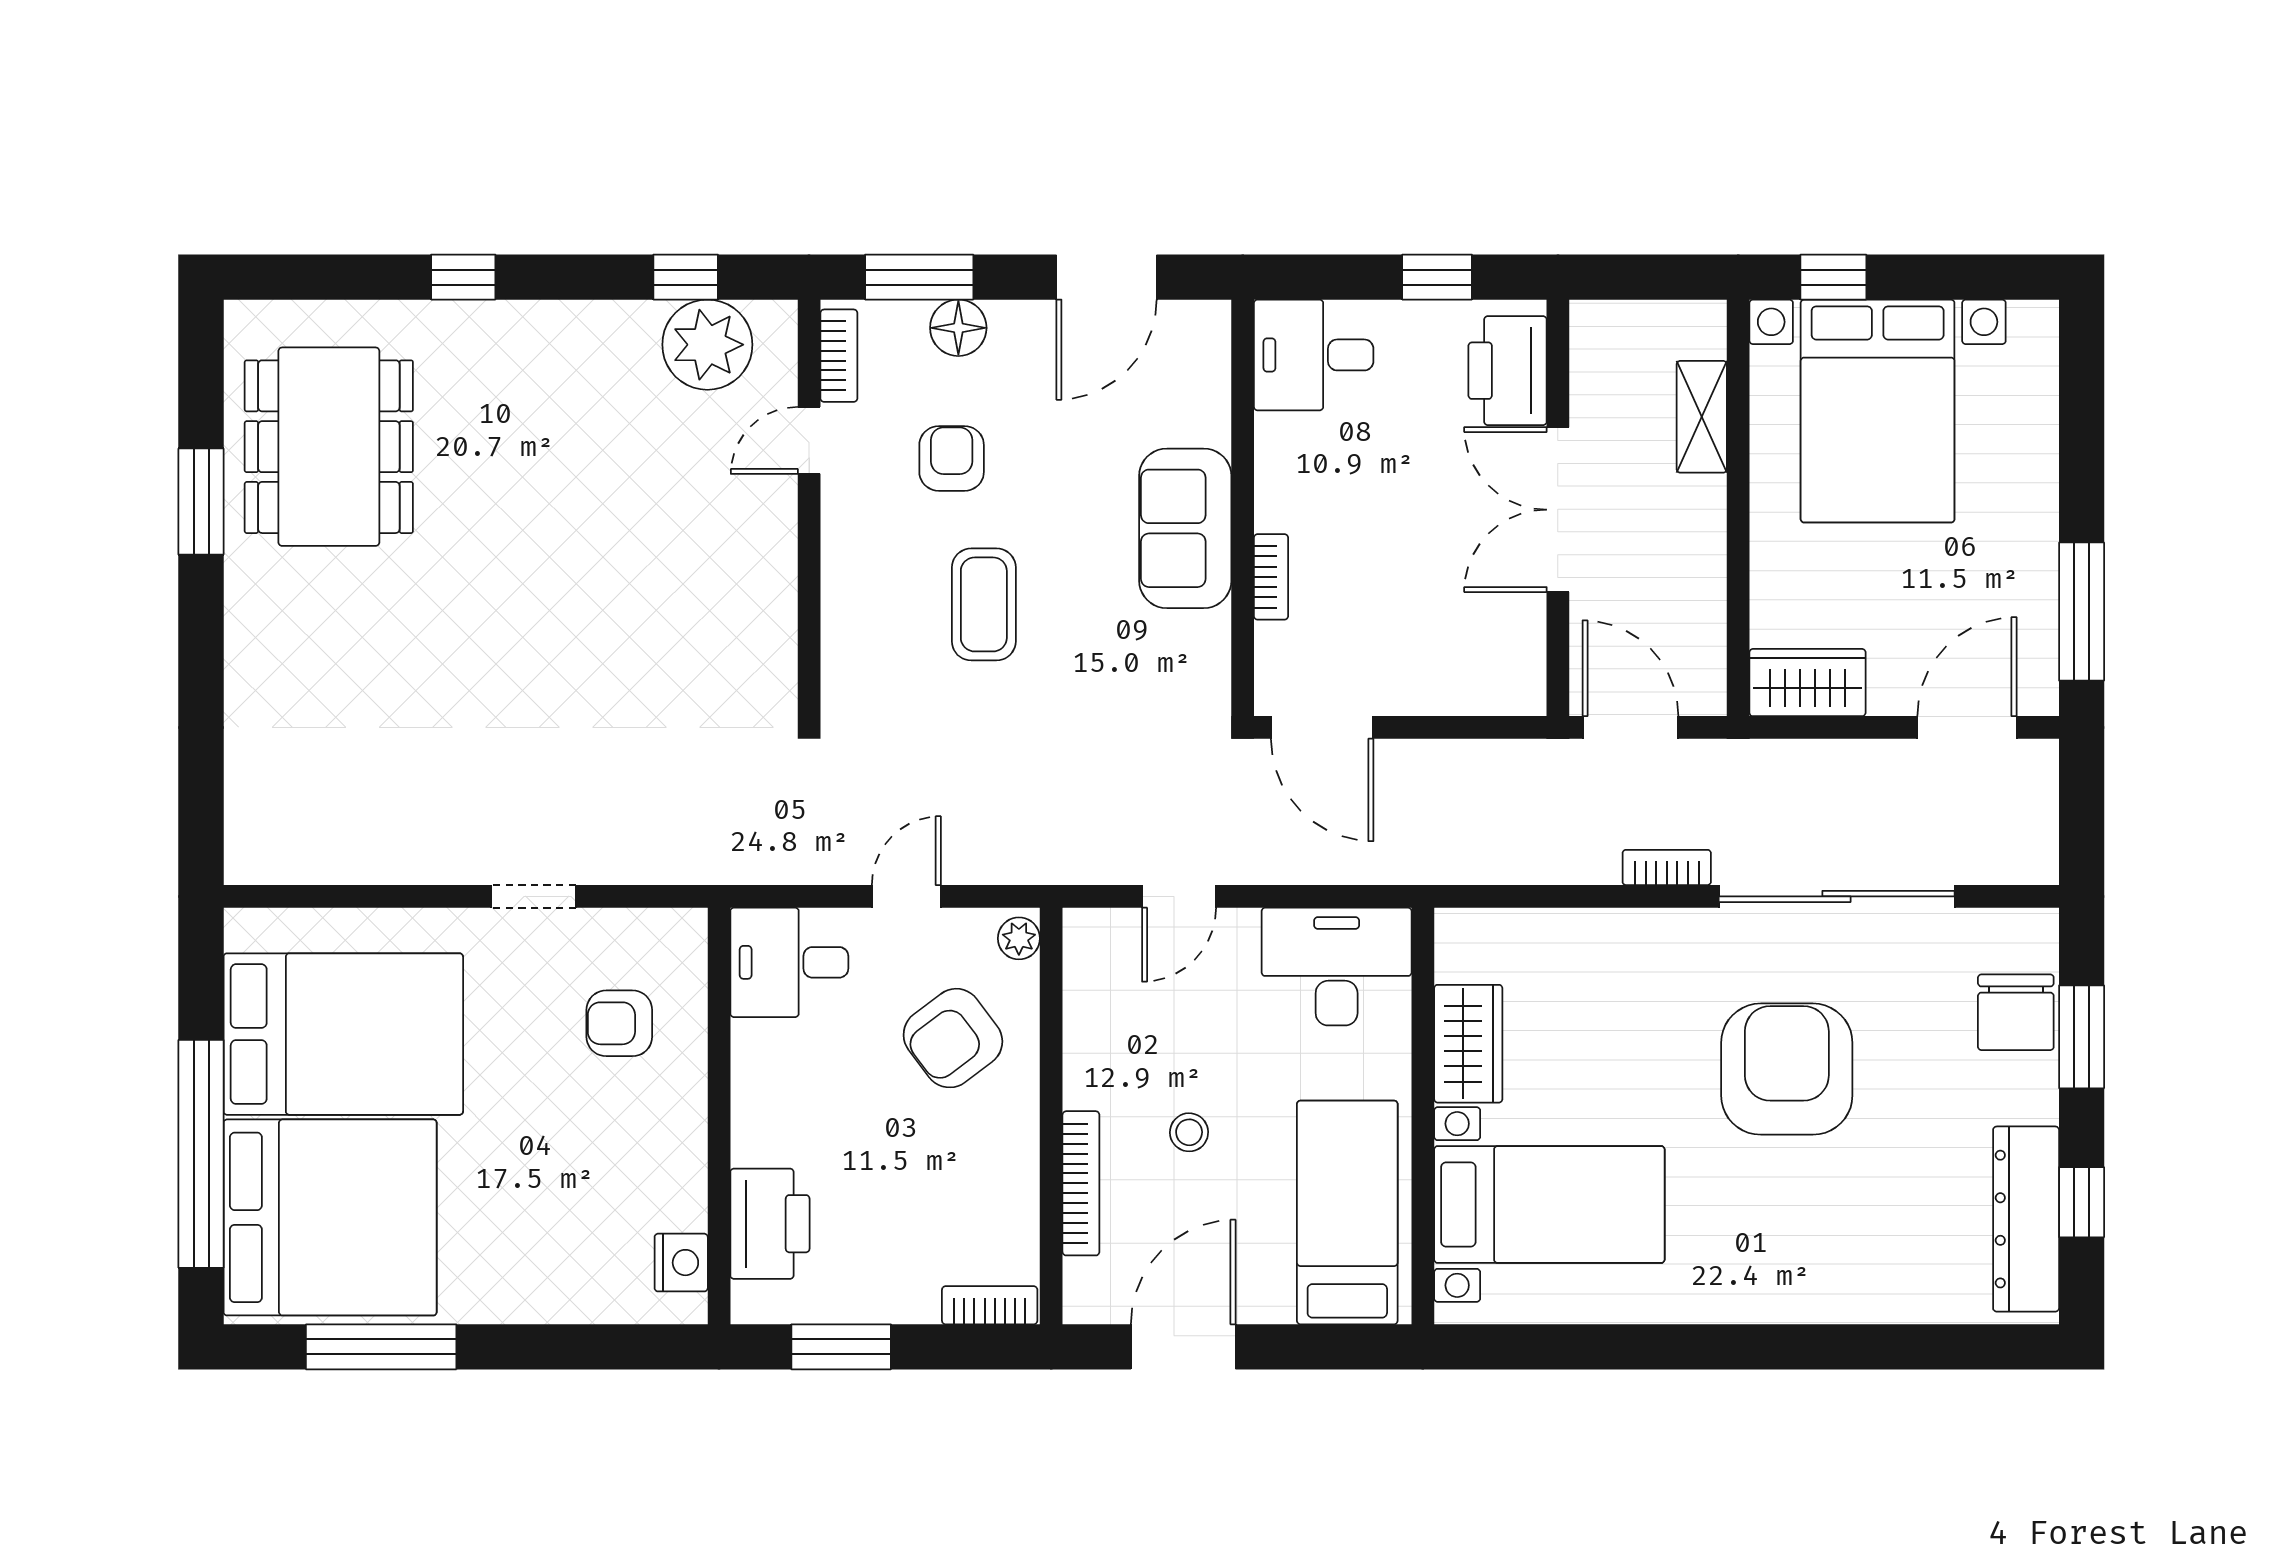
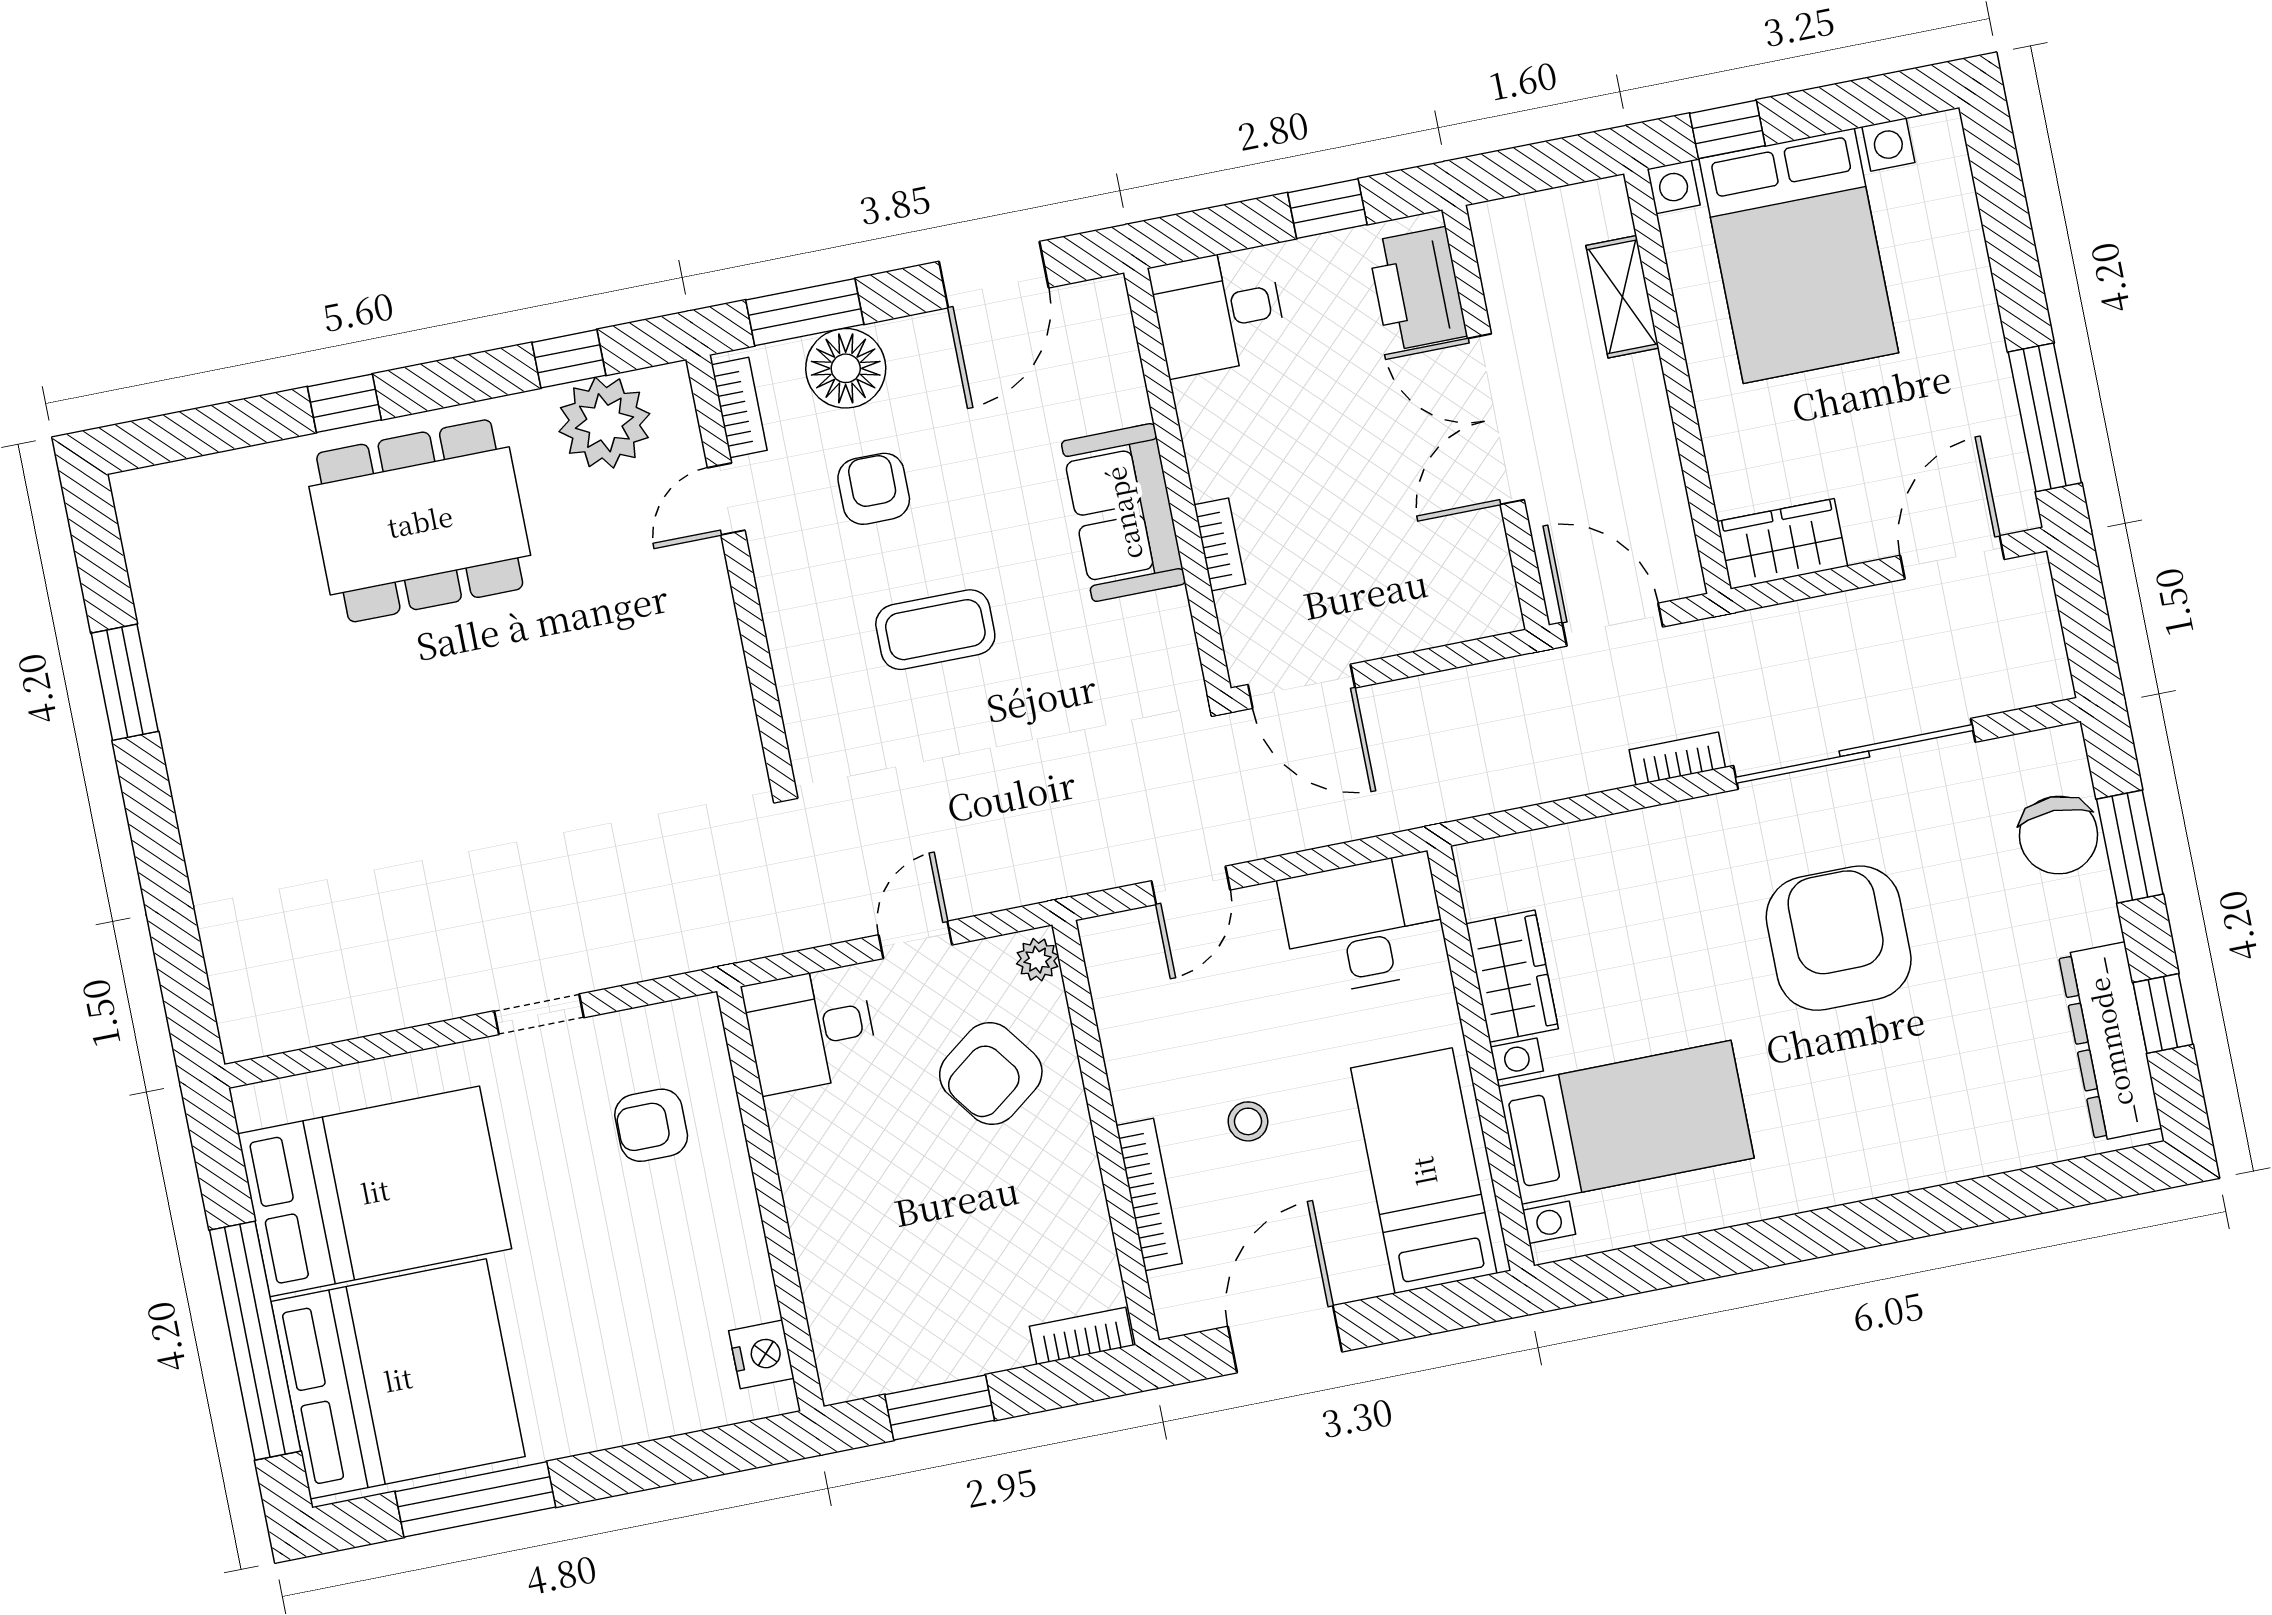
floor lamp: (958, 328) -> (846, 368), width x1.38, depth x1.38
dining table: (329, 447) -> (420, 521), moved, turned 90
coffee table: (984, 604) -> (935, 630), turned 90
printer: (770, 1224) -> (843, 1297), removed

